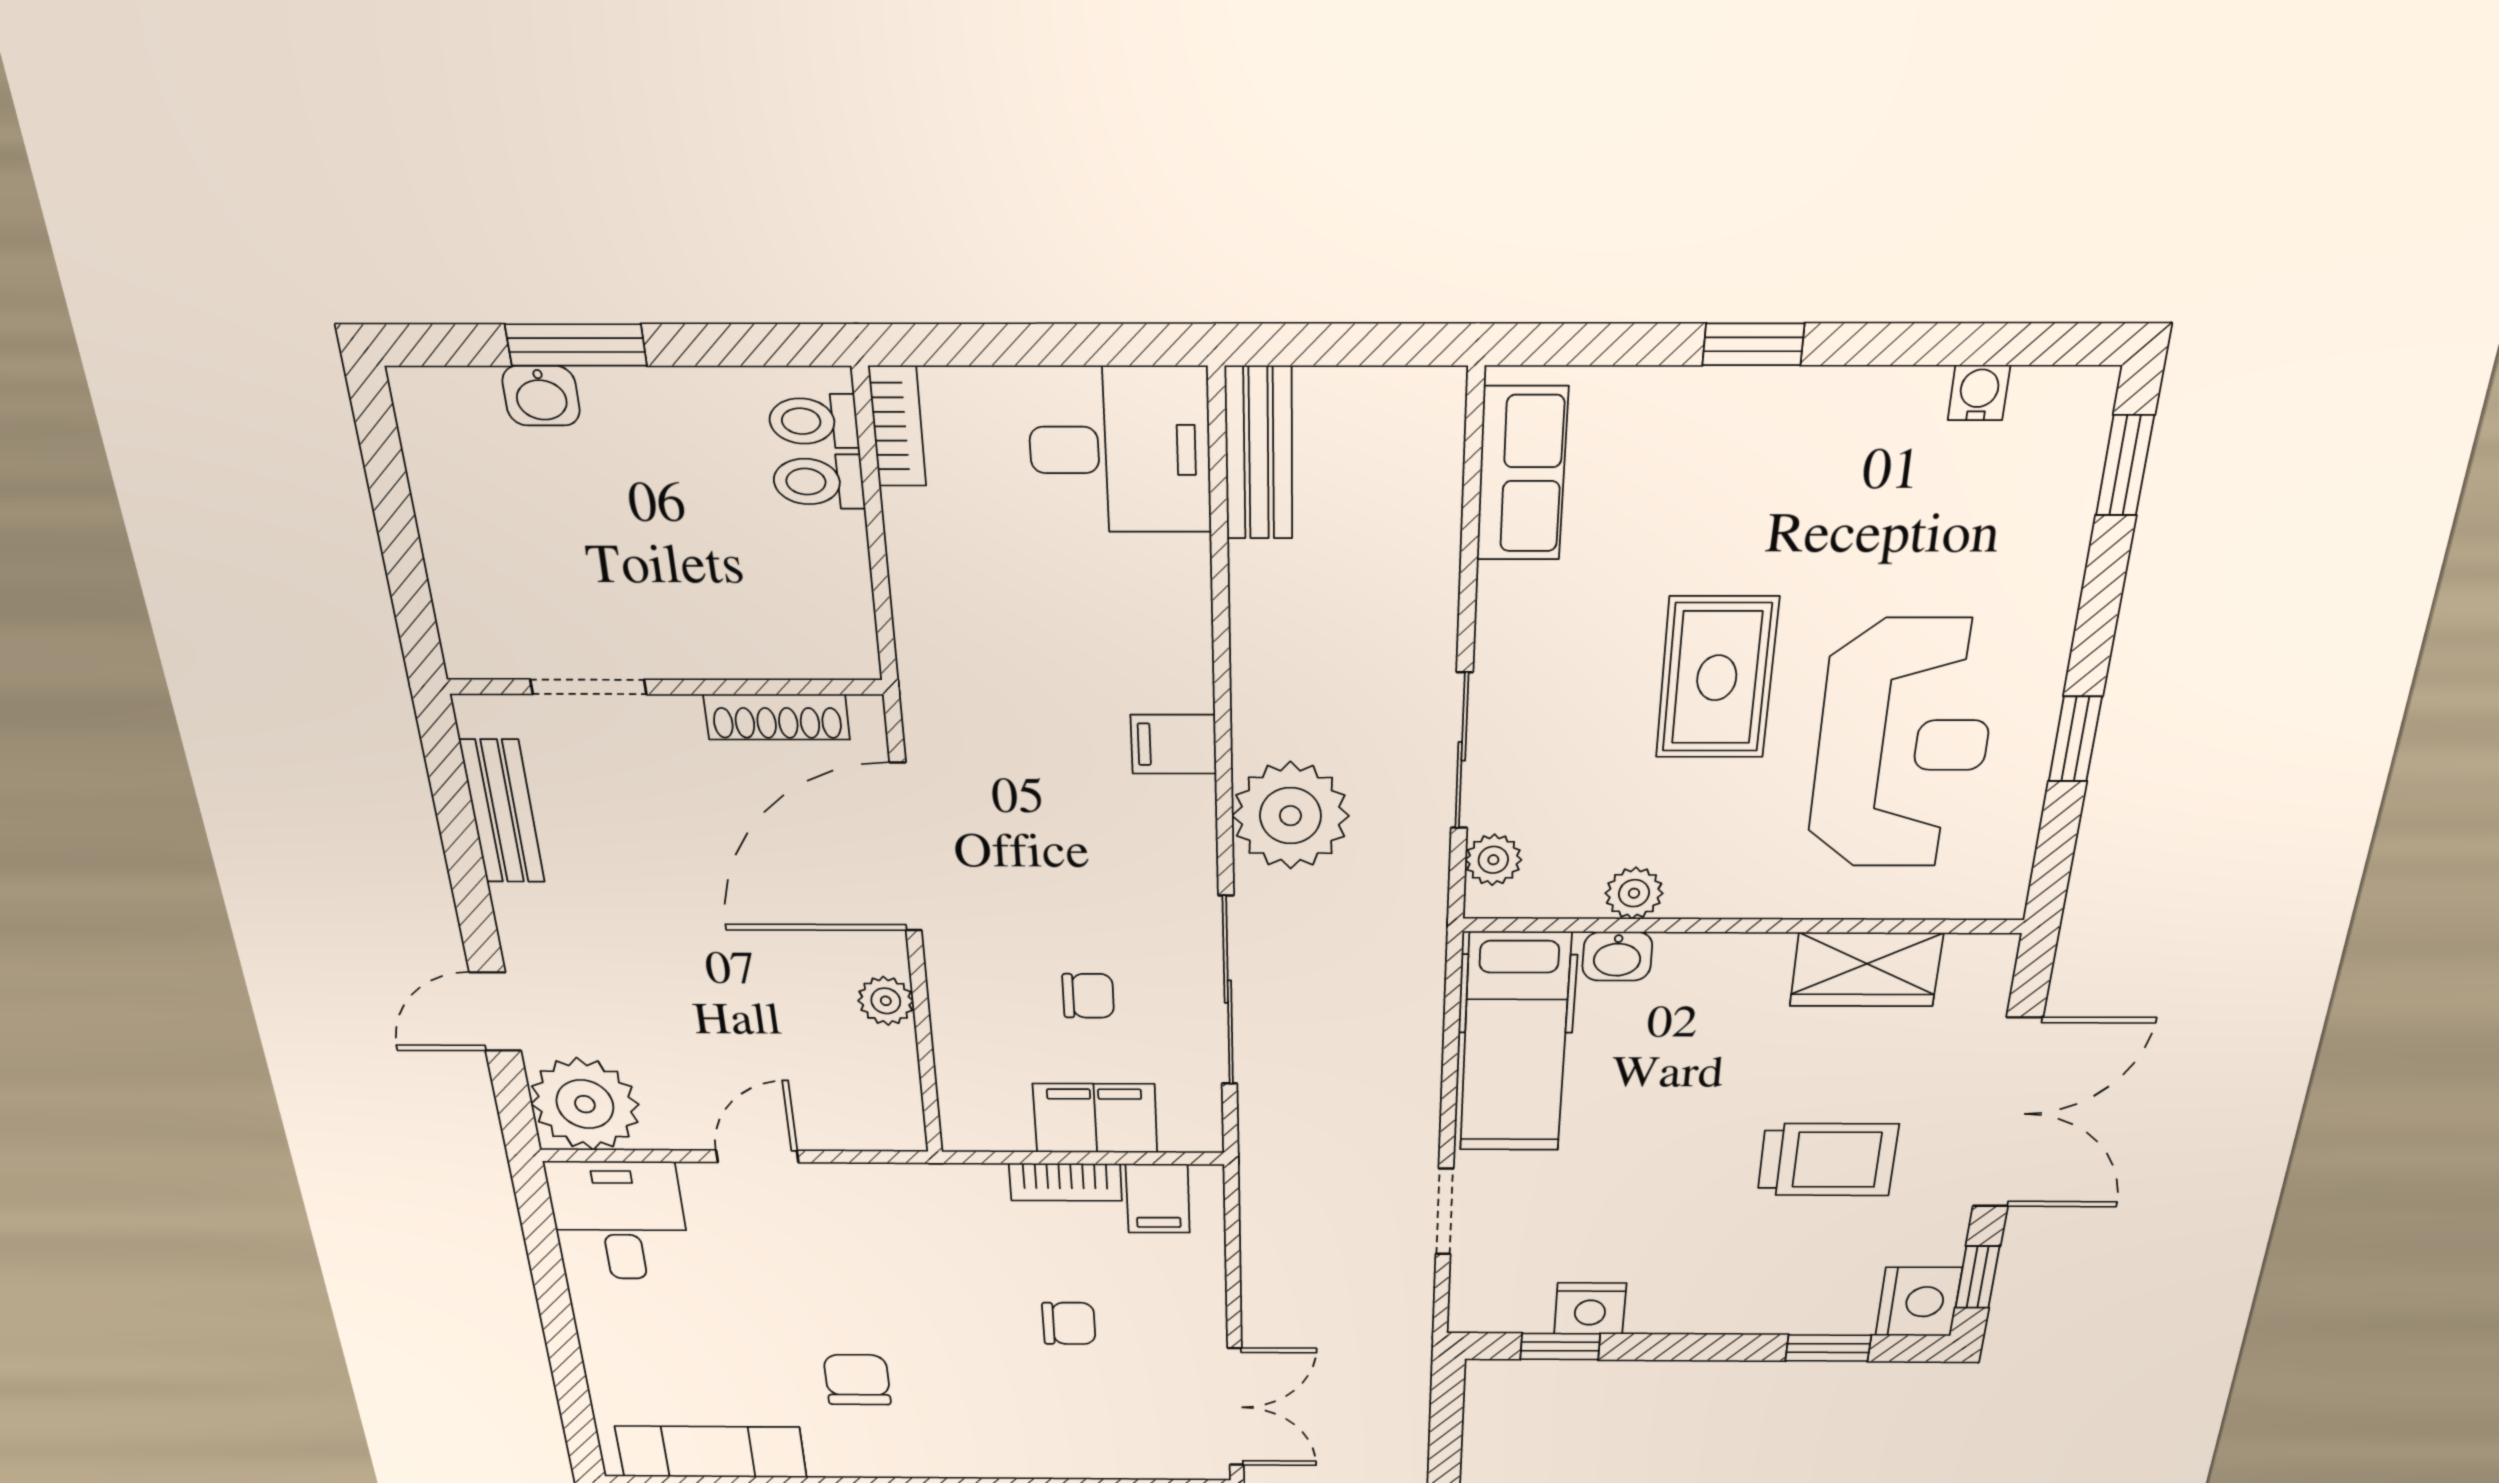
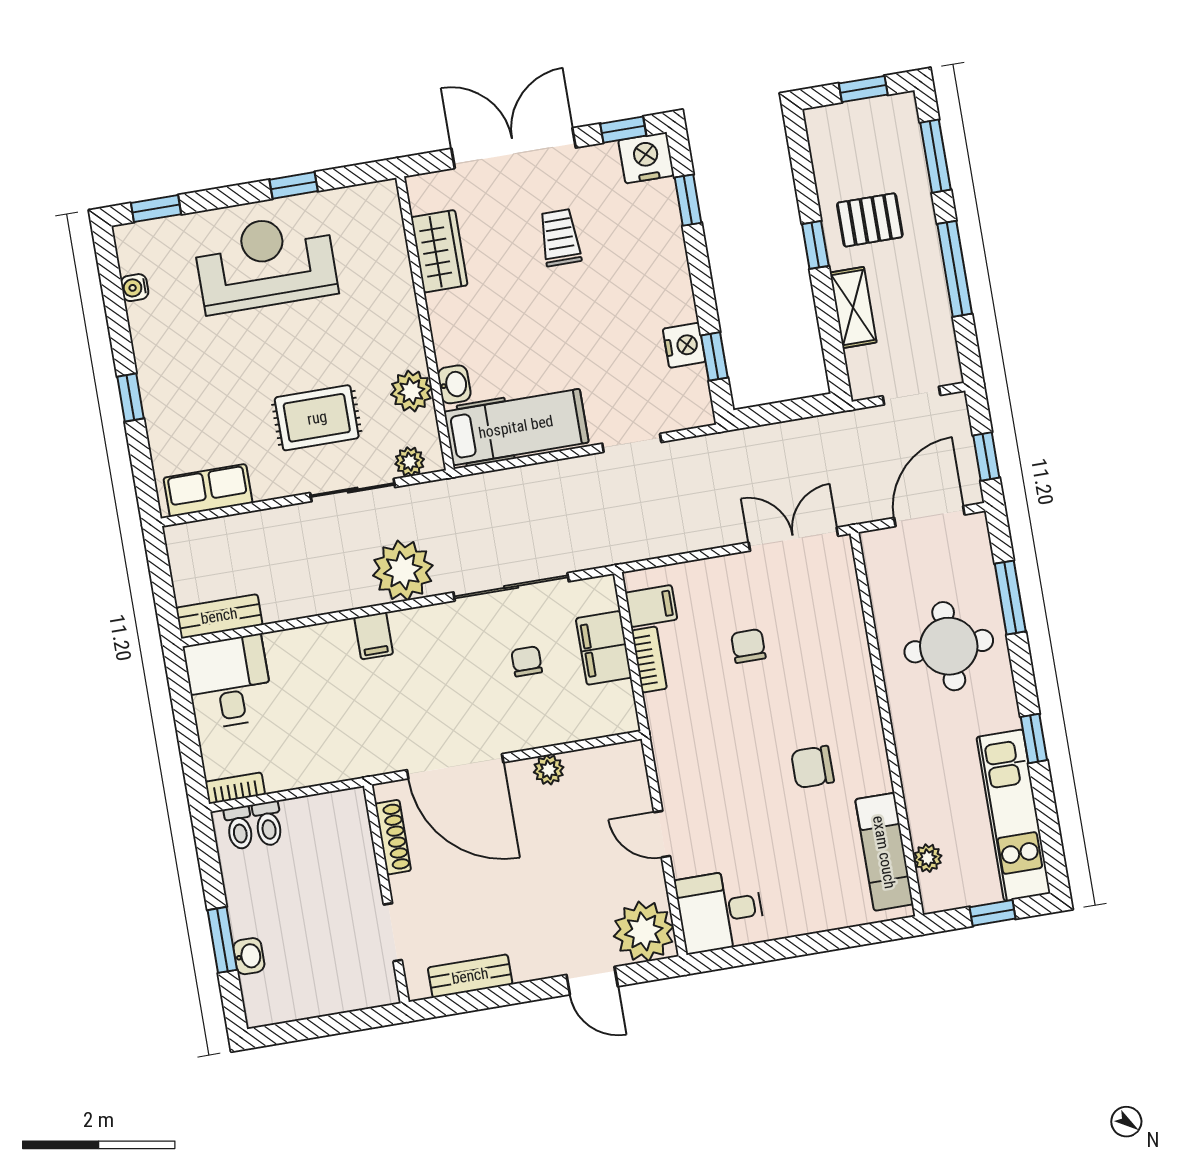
rug: (1717, 678) -> (317, 418), moved
reception desk: (1903, 745) -> (266, 263), moved
plant: (1634, 893) -> (411, 391), width x1.38, depth x1.38
trolley: (1828, 1160) -> (560, 238), width x0.73, depth x0.72

